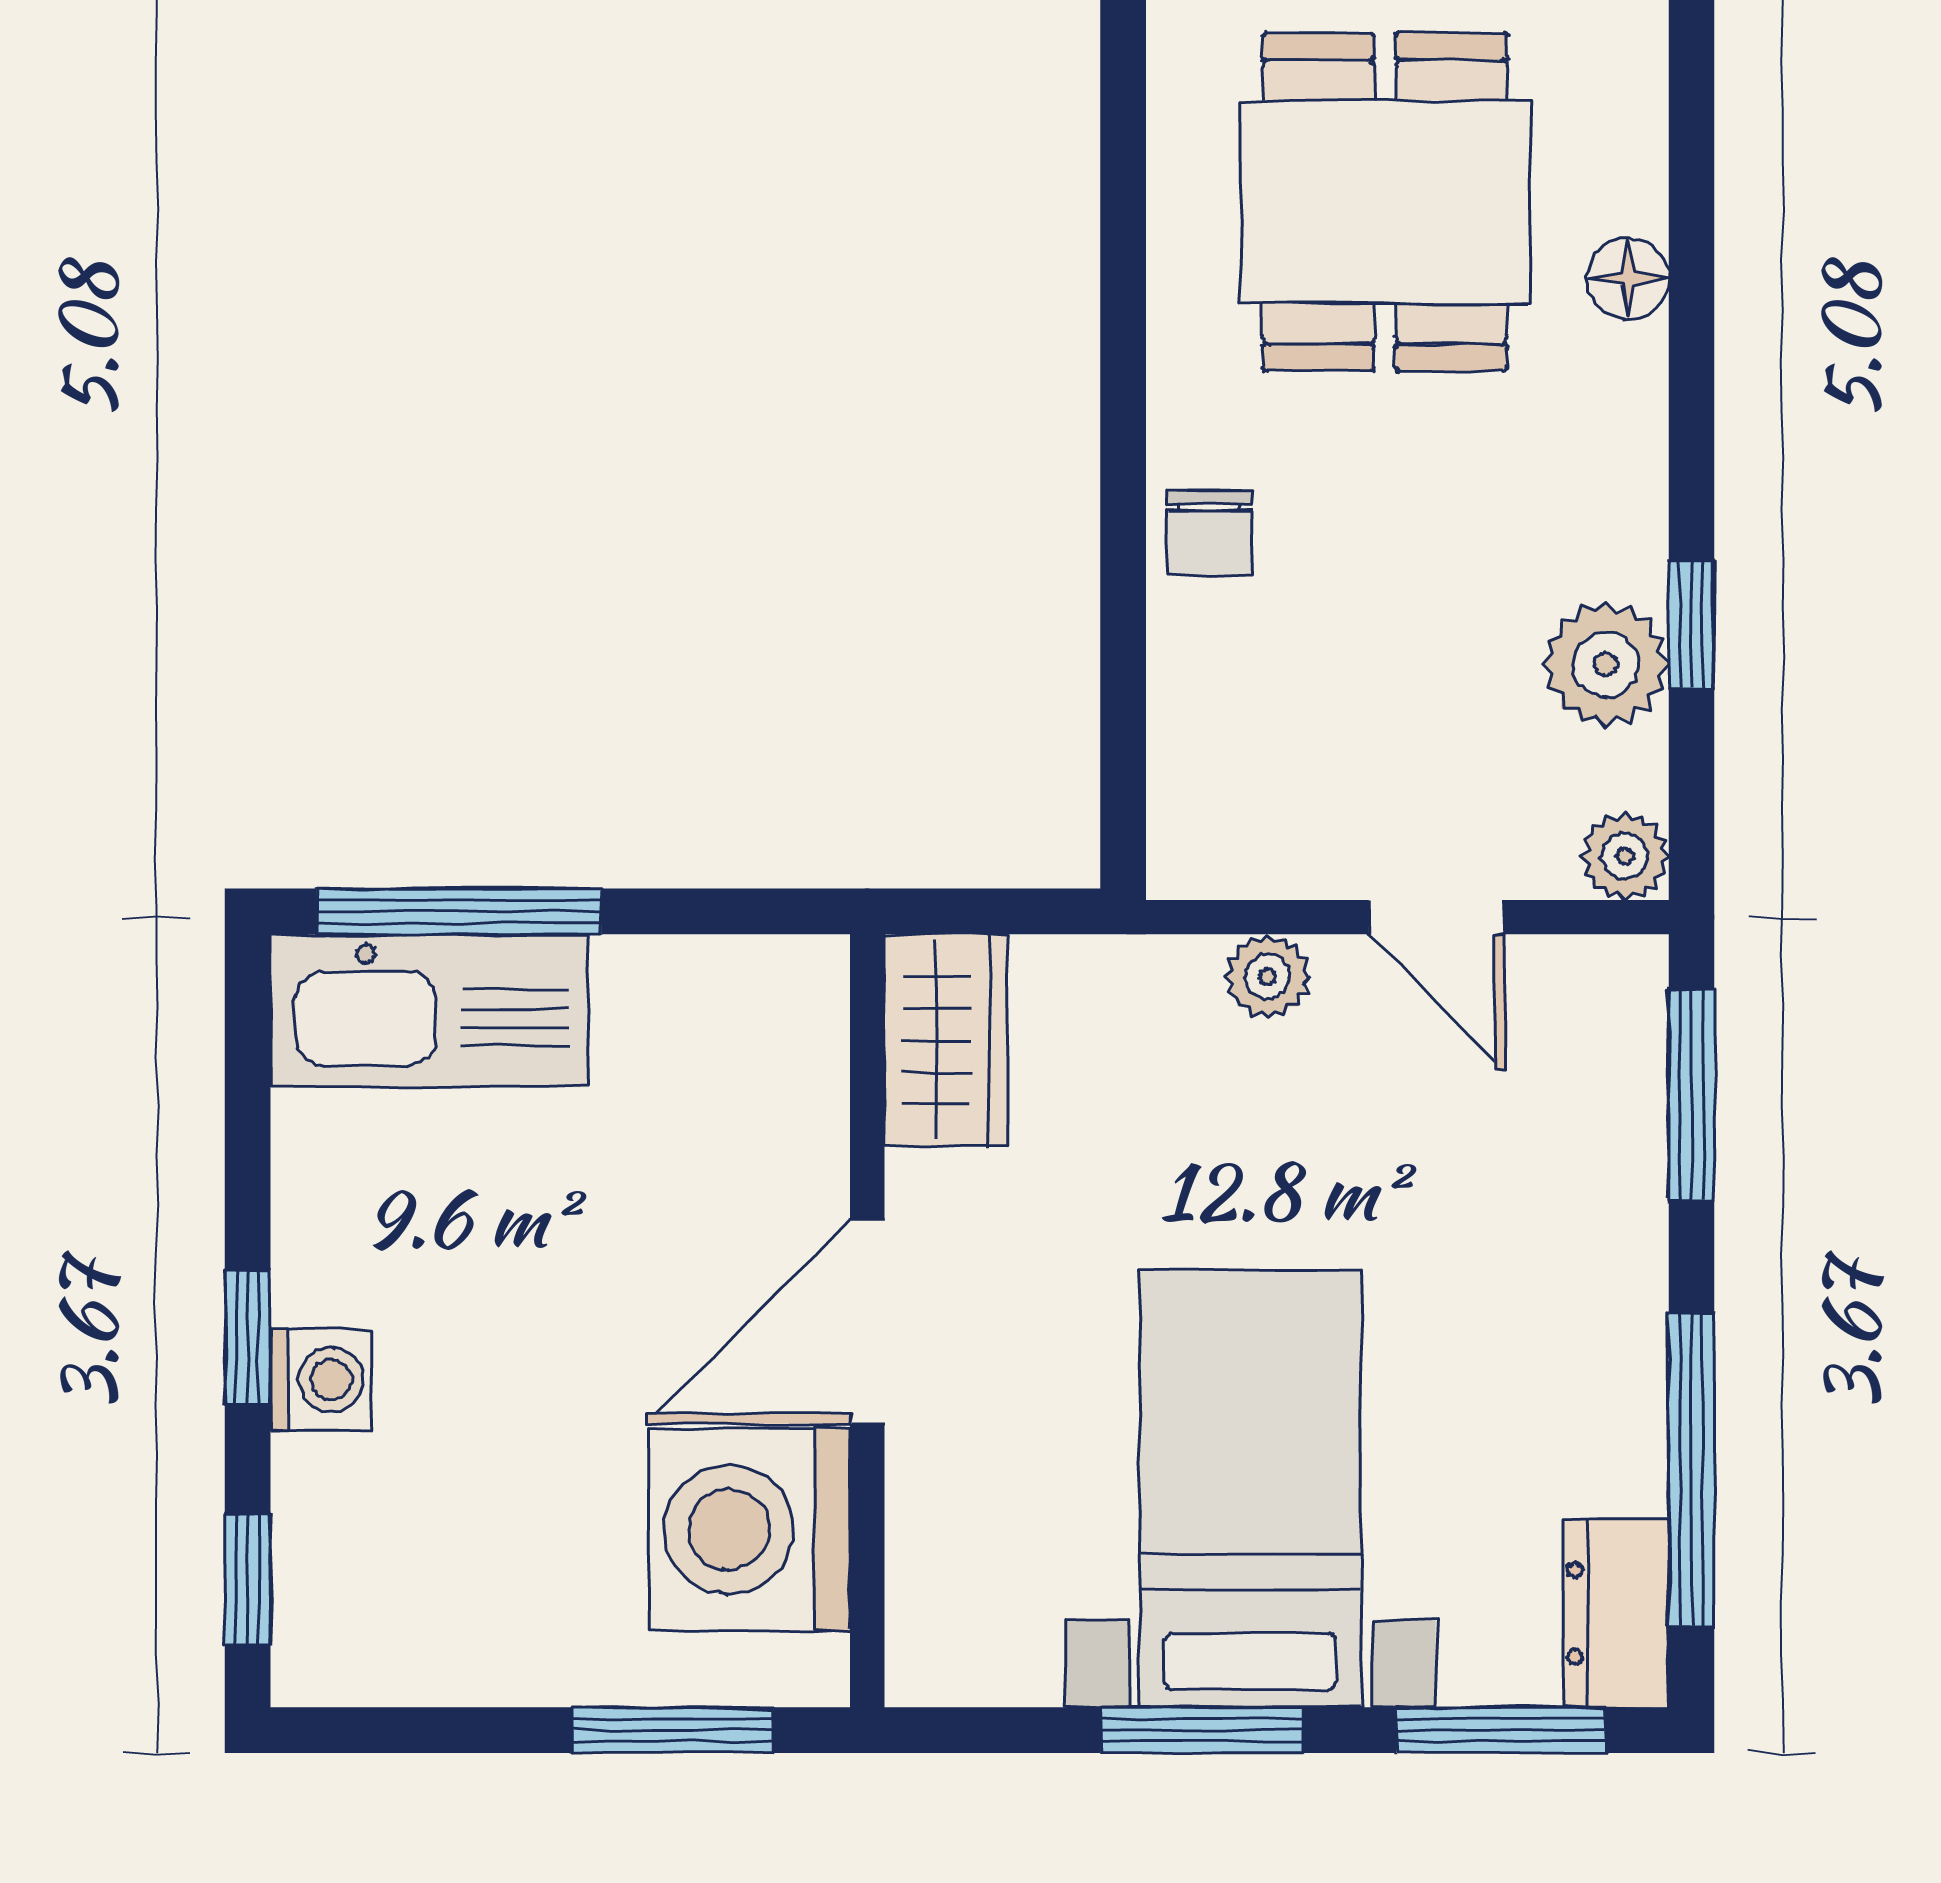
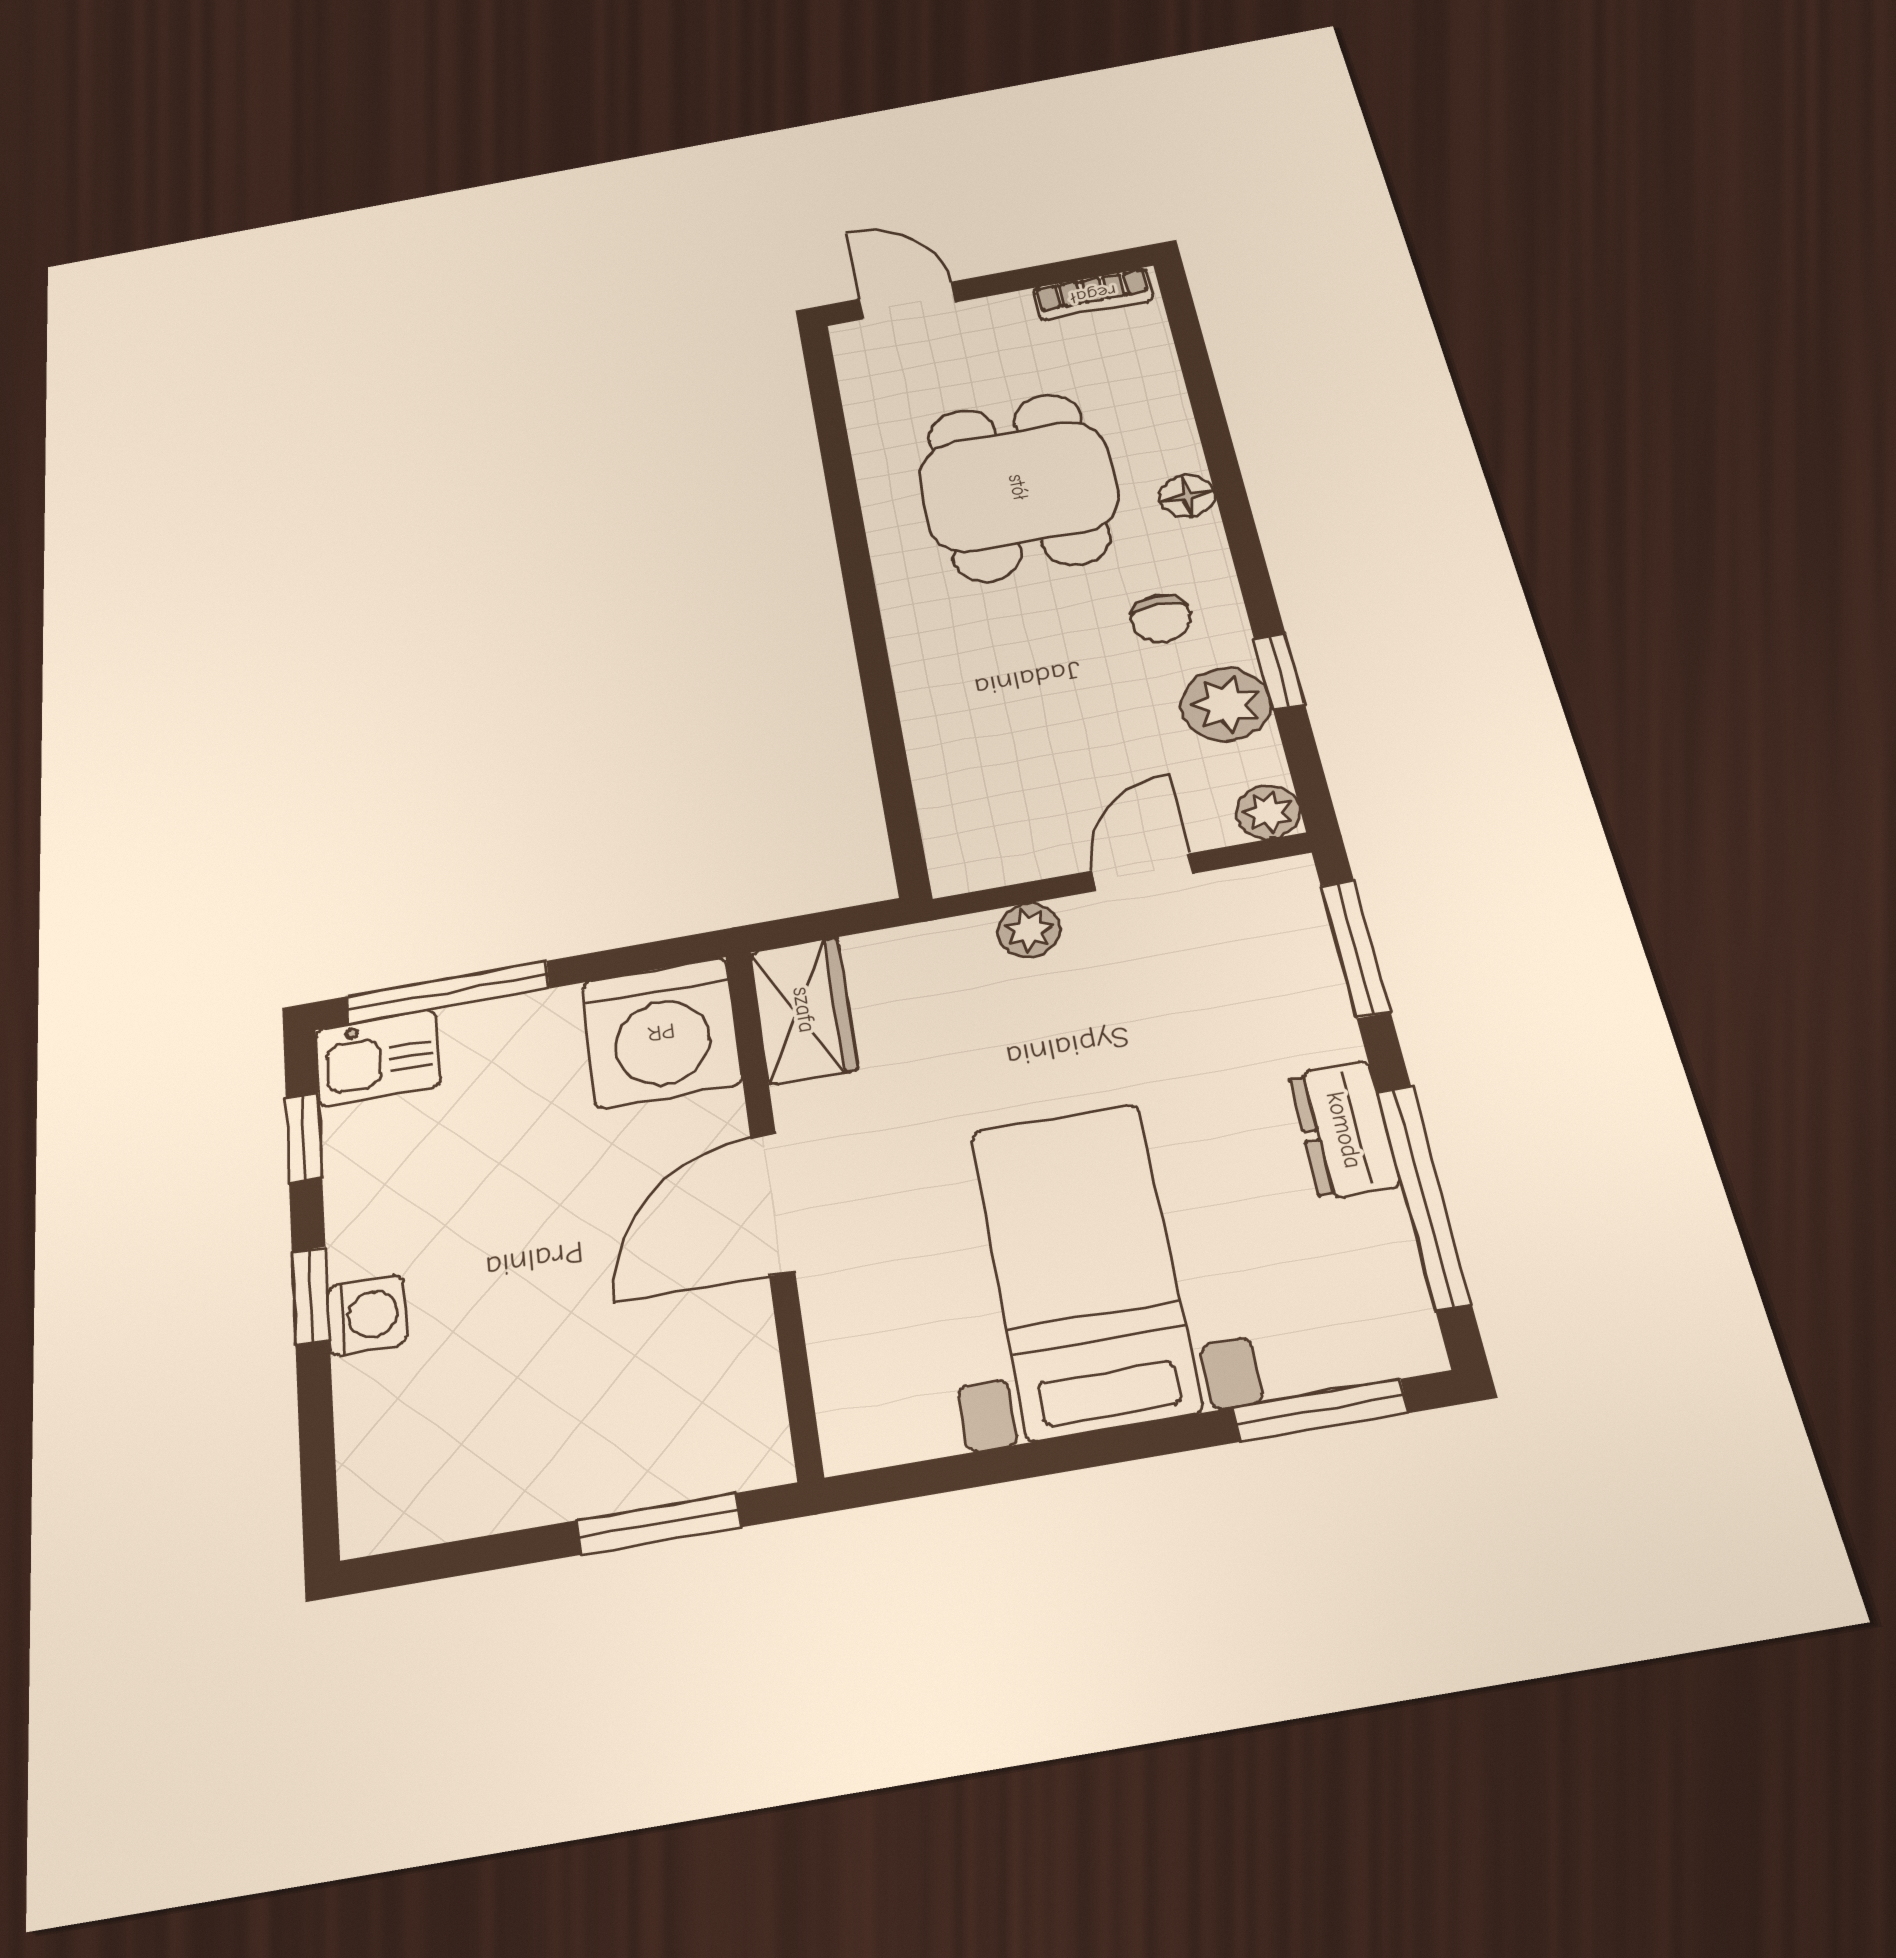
chair: (1209, 533) -> (1161, 618), moved
door: (1437, 917) -> (1142, 872), swing flipped
kitchen sink: (429, 1011) -> (377, 1058), width x0.53, depth x0.81
washing machine: (749, 1530) -> (661, 1032), moved, turned -90
window: (248, 1580) -> (304, 1137), moved
dresser: (1616, 1613) -> (1344, 1130), moved
window: (1202, 1730) -> (1080, 1451), removed

